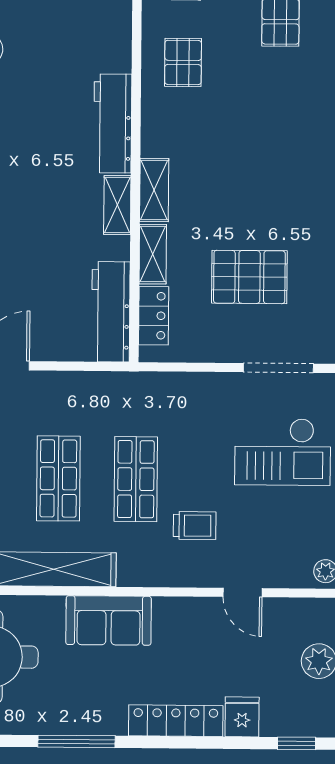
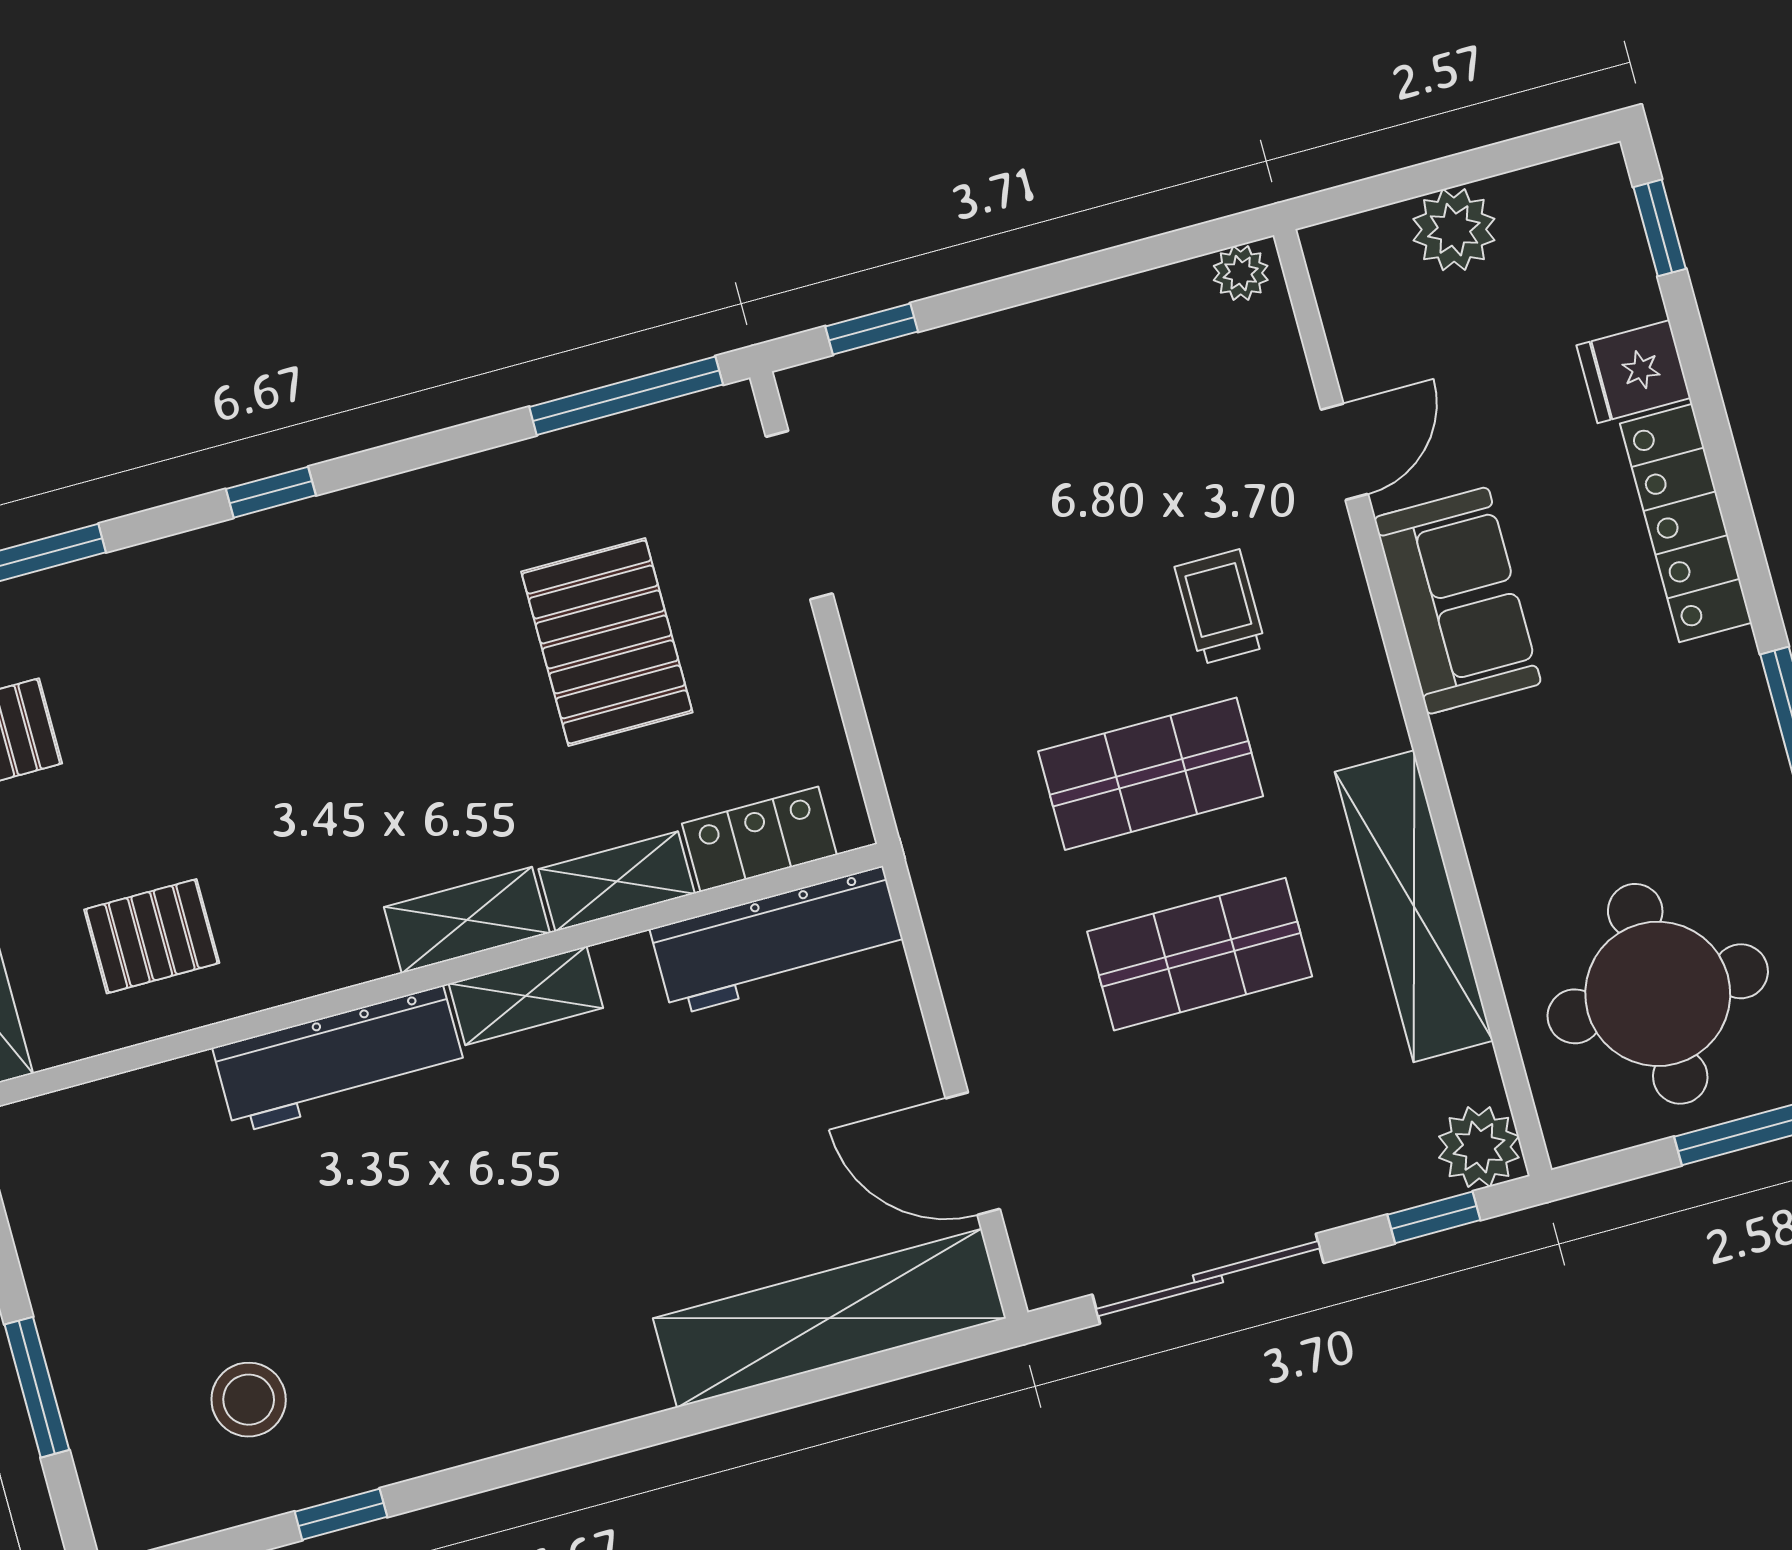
checkout: (283, 452) -> (991, 451), removed
sofa: (109, 620) -> (1458, 601), moved

